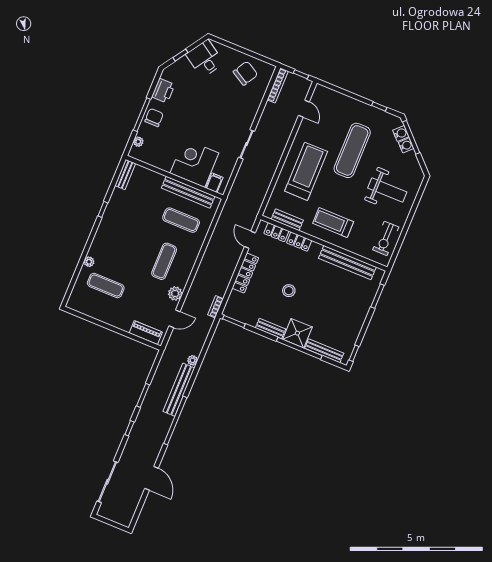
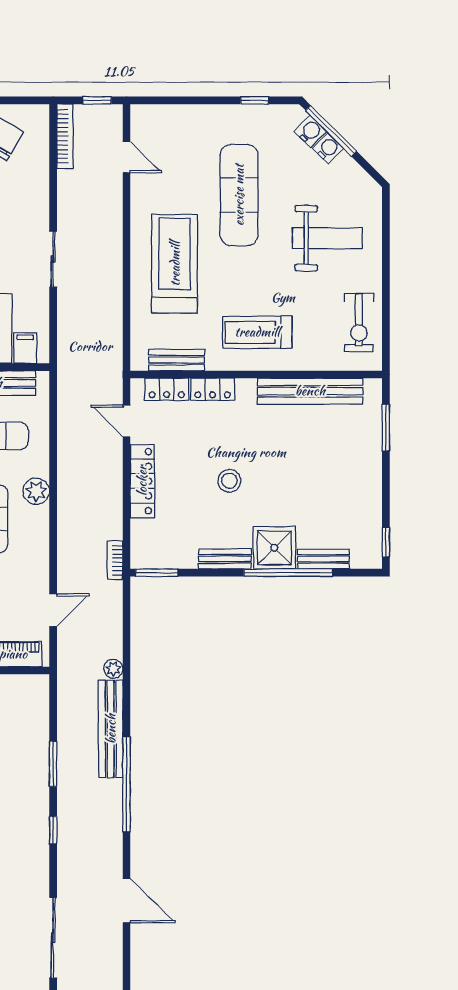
plant: (175, 294) -> (36, 491), moved
bench: (324, 351) -> (323, 559), width x0.73

